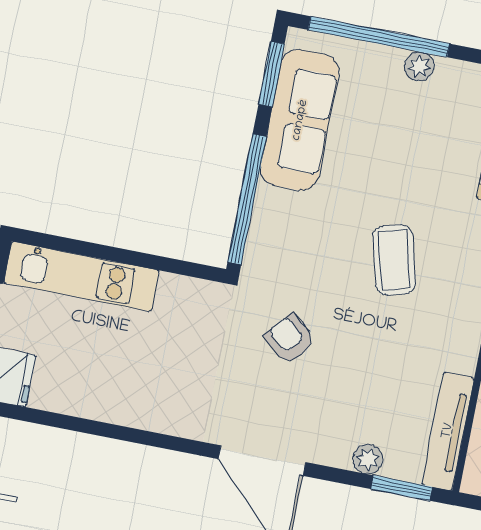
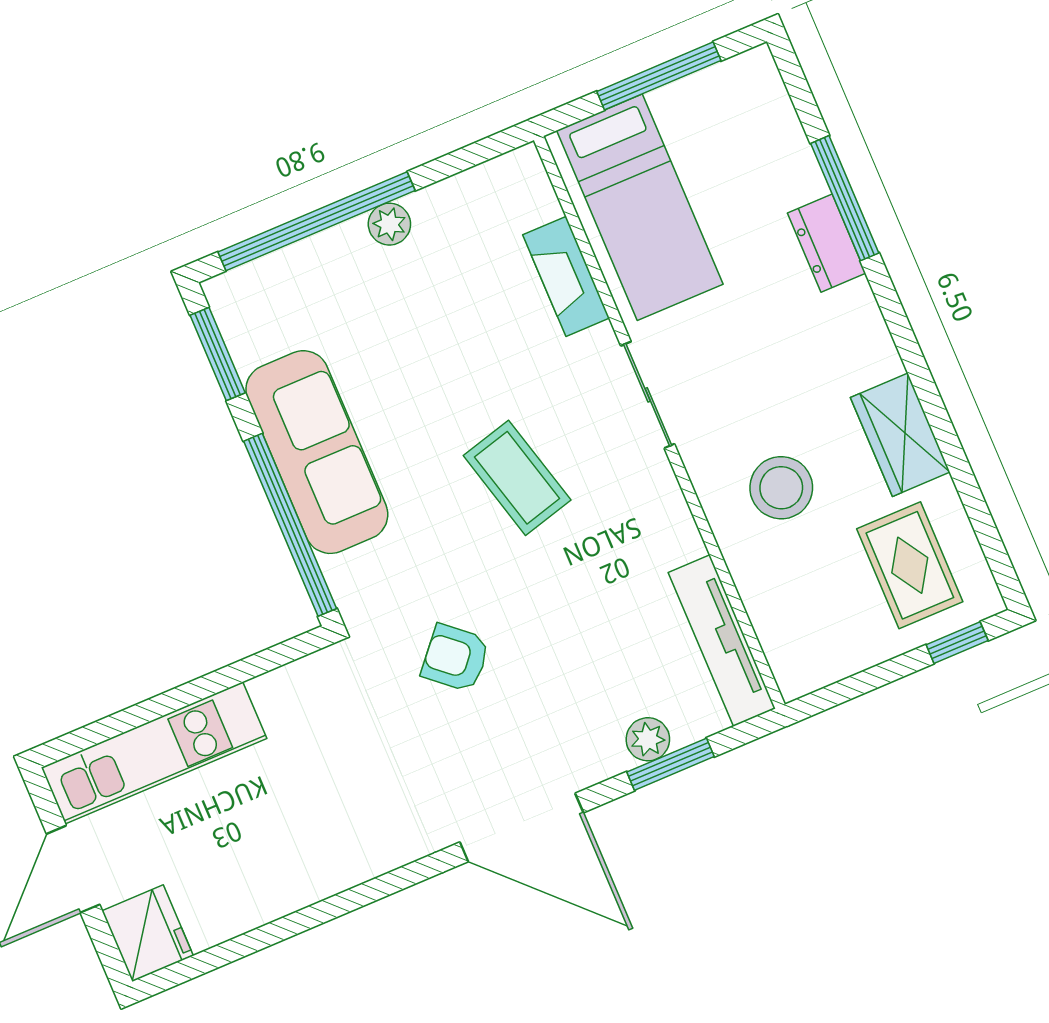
sofa: (300, 120) -> (317, 452), moved
window: (402, 488) -> (670, 764), moved

